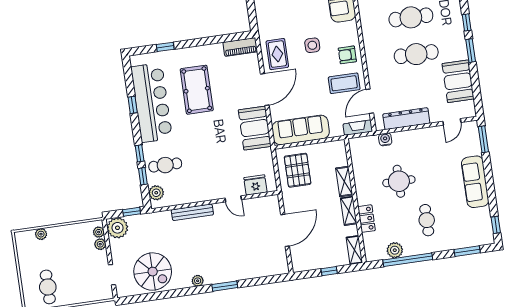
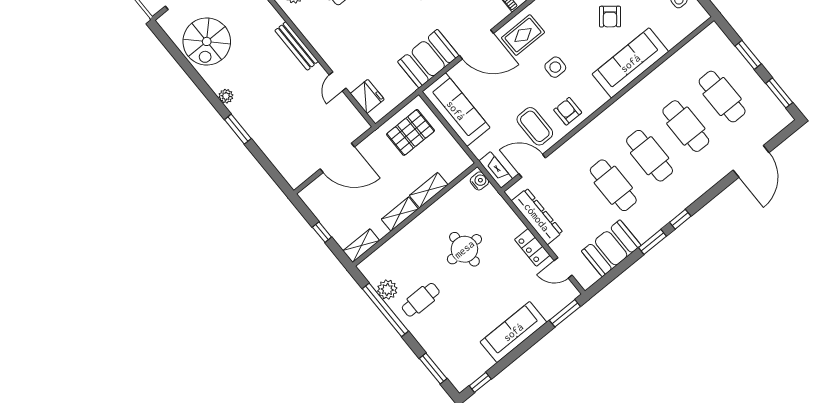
water cooler: (385, 139) -> (479, 181), moved
locker: (367, 219) -> (532, 247), moved, turned 90
cafe table: (427, 220) -> (421, 300), moved

